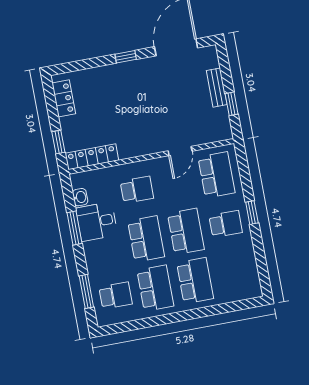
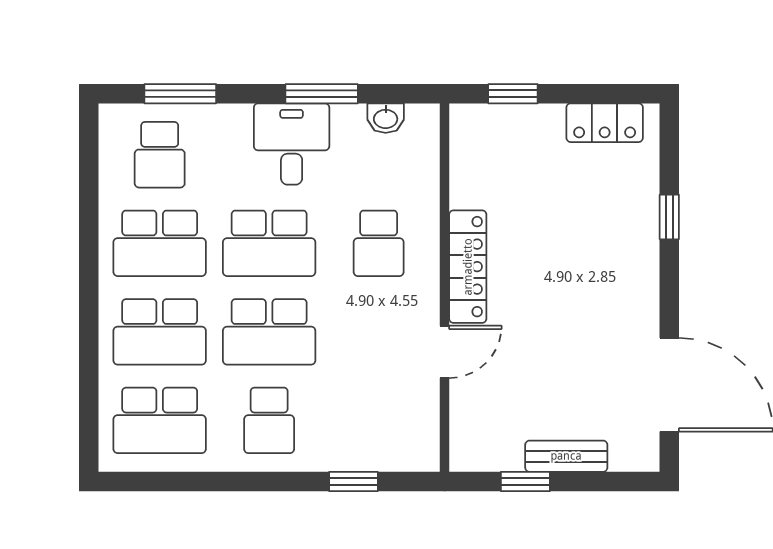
window: (126, 57) -> (669, 217), moved
door: (180, 151) -> (445, 352), swing flipped
locker: (92, 157) -> (468, 267), moved
school desk: (216, 175) -> (160, 420), moved
window: (252, 213) -> (353, 482), moved
desk: (97, 222) -> (292, 144), moved

